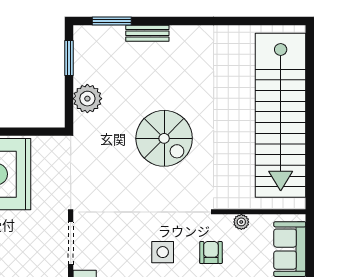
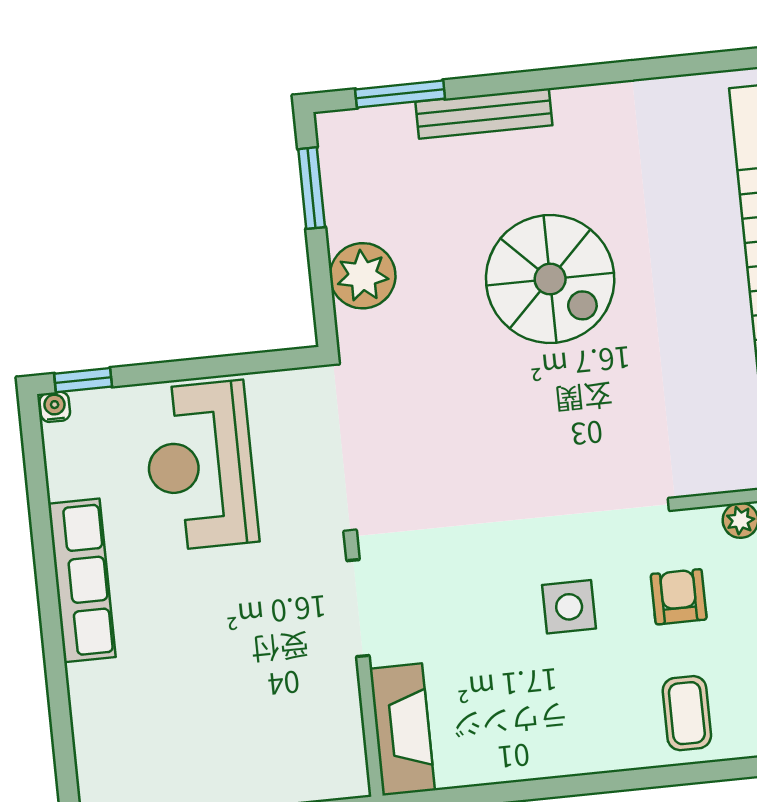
bench: (147, 33) -> (484, 114), width x1.36
spiral stairs: (164, 138) -> (550, 279), moved

